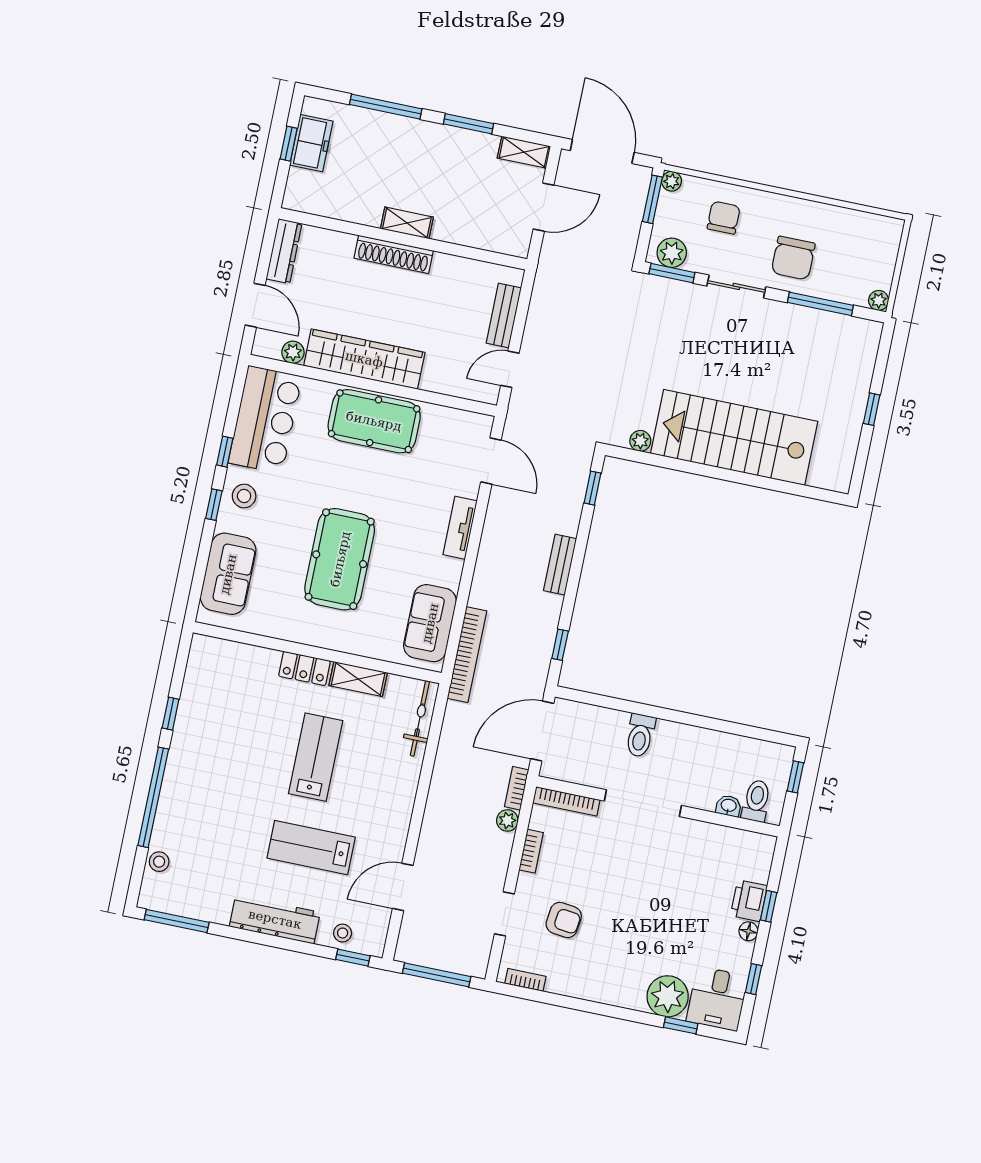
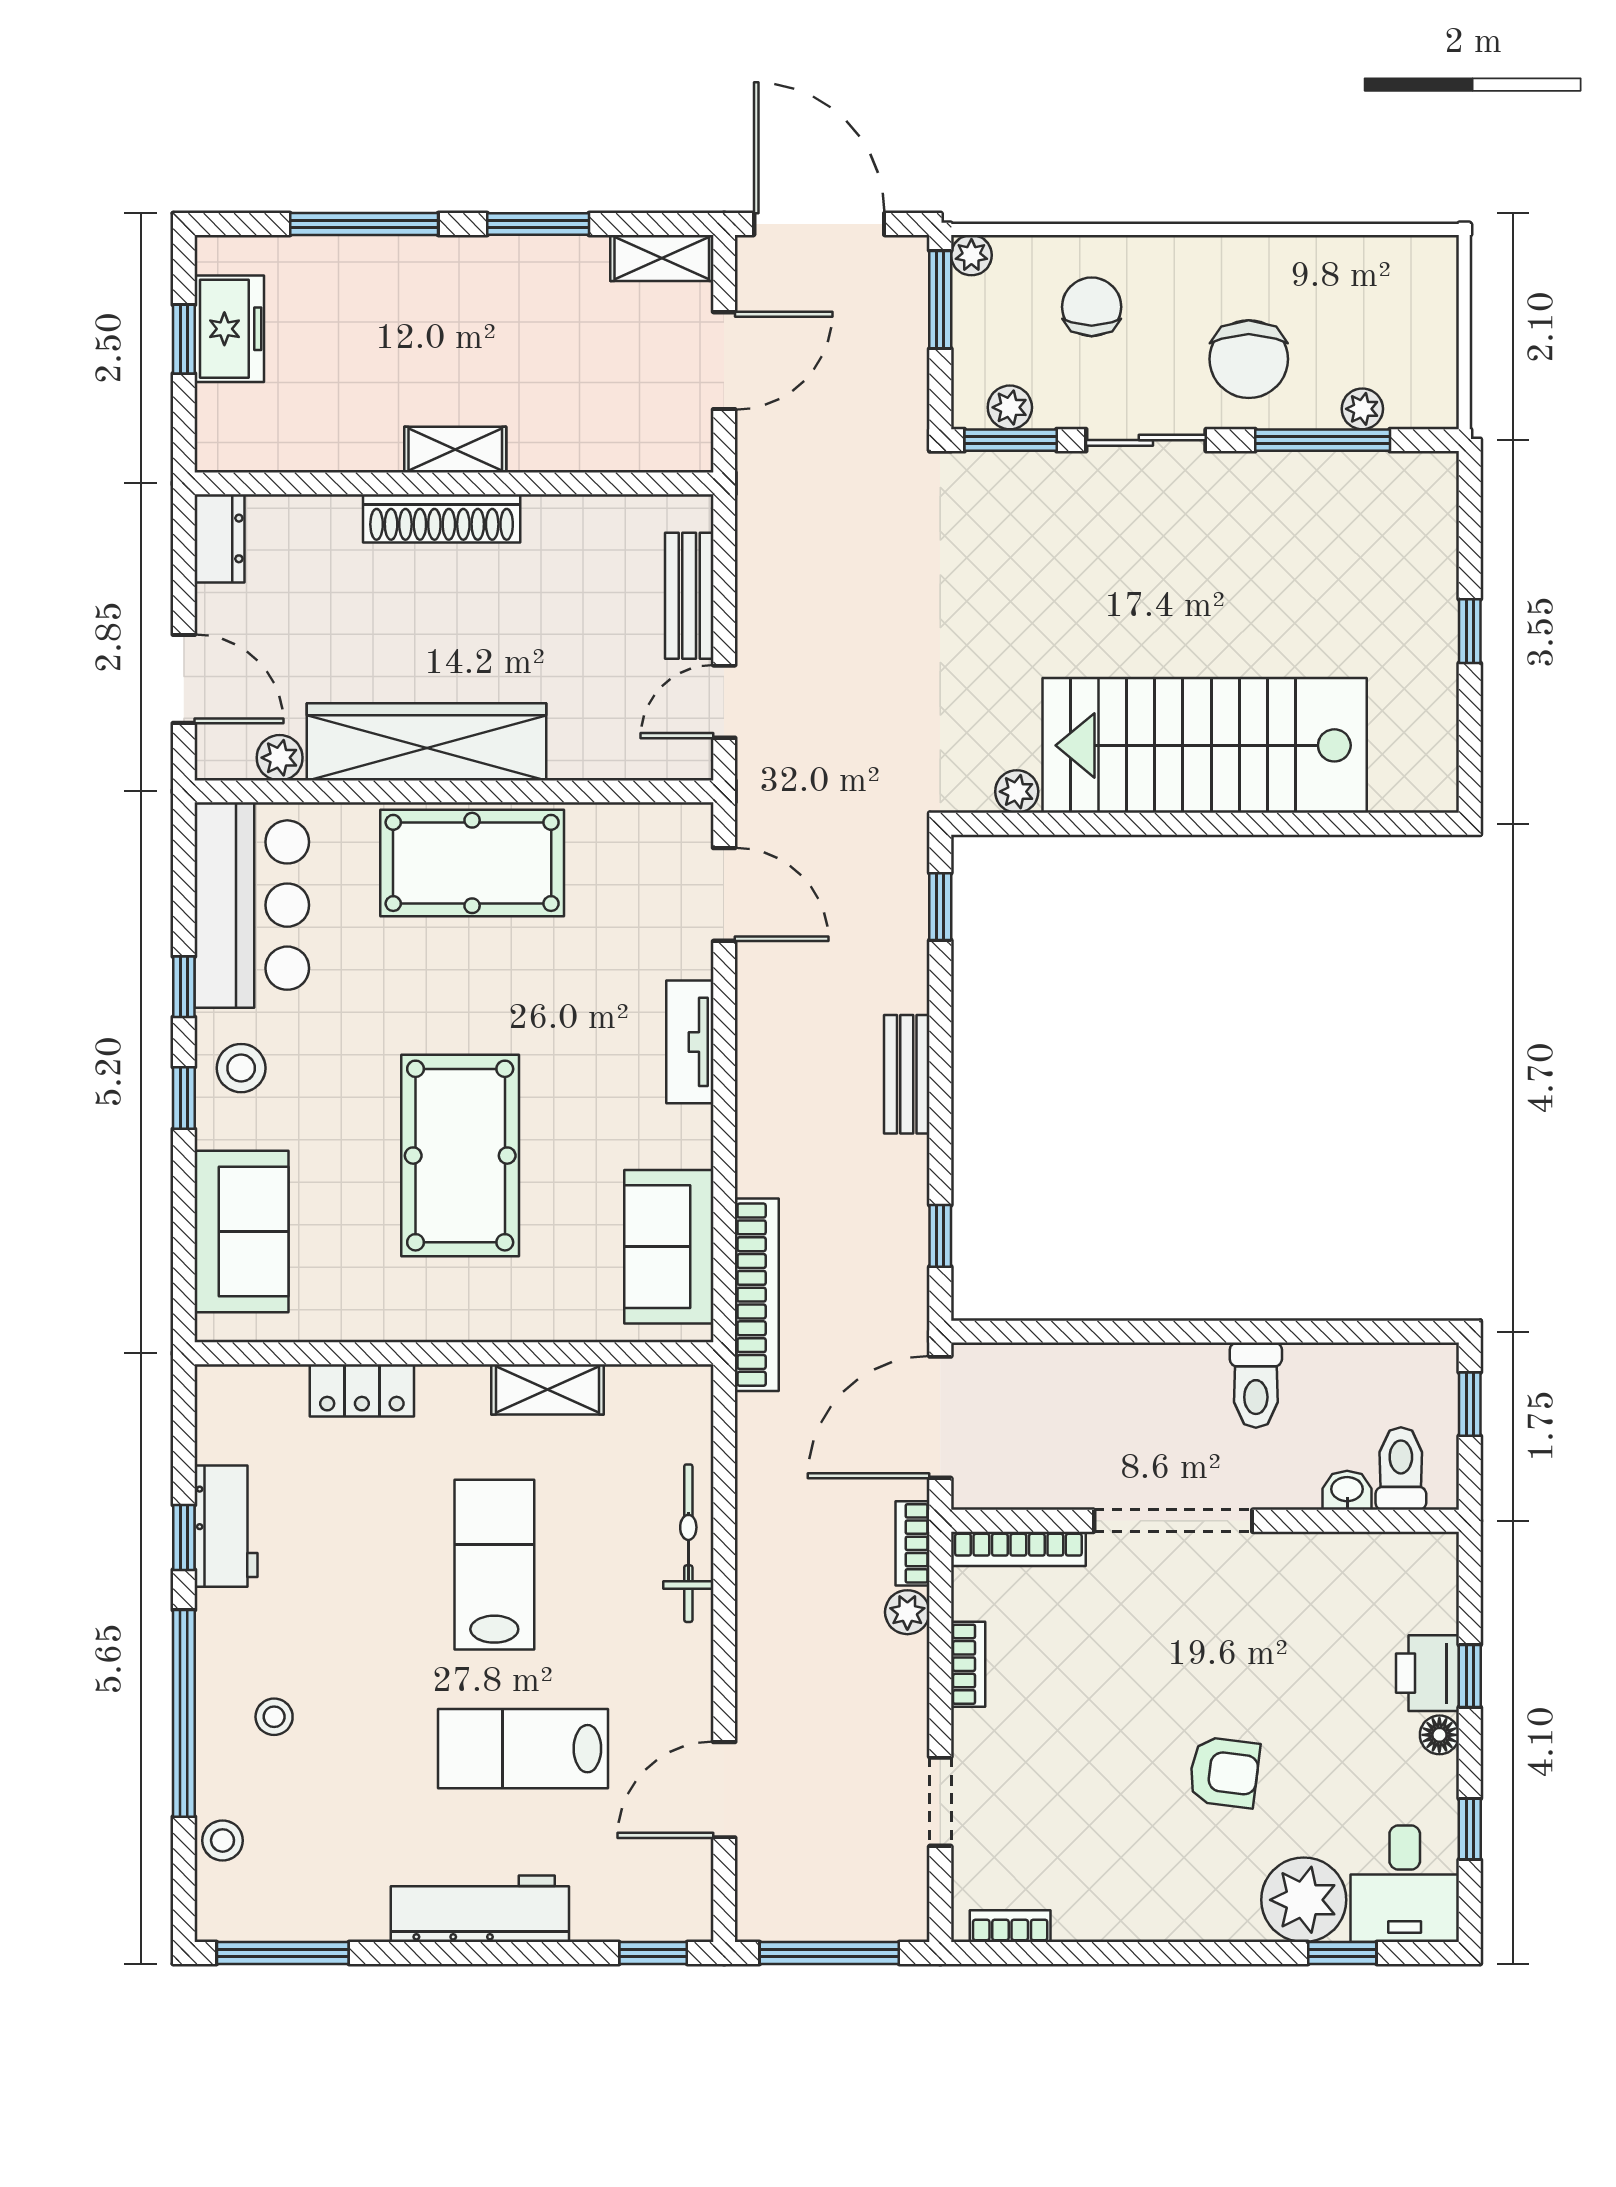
dresser: (284, 251) -> (220, 538), width x0.70
plant: (672, 253) -> (1010, 407), width x0.73, depth x0.73
plant: (879, 300) -> (1362, 409), moved
locker: (304, 668) -> (362, 1390), moved
workbench: (192, 712) -> (226, 1526), added
bicycle: (420, 718) -> (688, 1543), moved
toilet: (640, 735) -> (1256, 1385), moved
armchair: (564, 920) -> (1224, 1772), moved
stool: (343, 933) -> (274, 1717), moved

